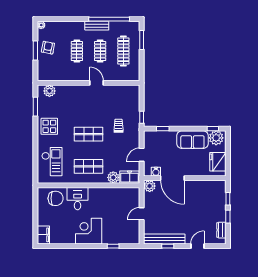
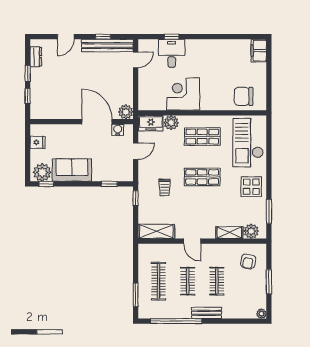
bench: (97, 26) -> (207, 313), moved
armchair: (48, 48) -> (248, 261), moved
shelving: (67, 90) -> (229, 233), added
shelving: (125, 91) -> (156, 231), added
checkout: (52, 162) -> (248, 143), width x1.36, depth x1.21
fridge: (218, 162) -> (38, 142), width x0.53, depth x0.75
desk: (78, 199) -> (172, 53), moved, turned 180
door: (142, 214) -> (136, 60), moved
corner desk: (89, 231) -> (183, 94), moved, turned 180

